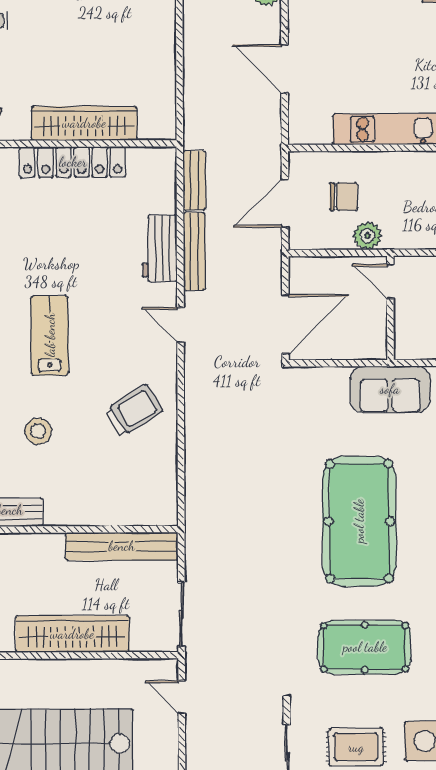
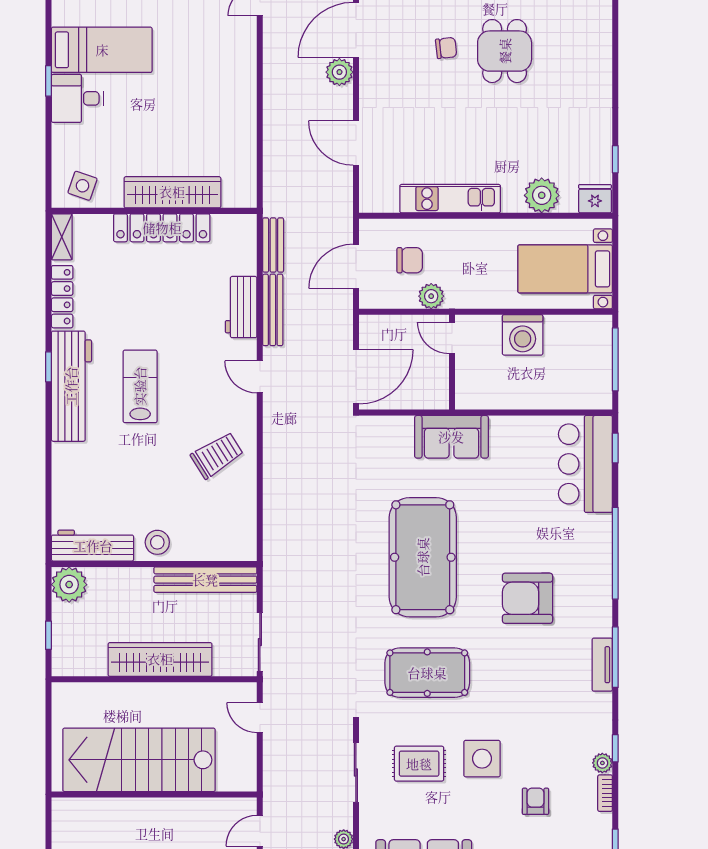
stool: (38, 431) -> (157, 542), moved

